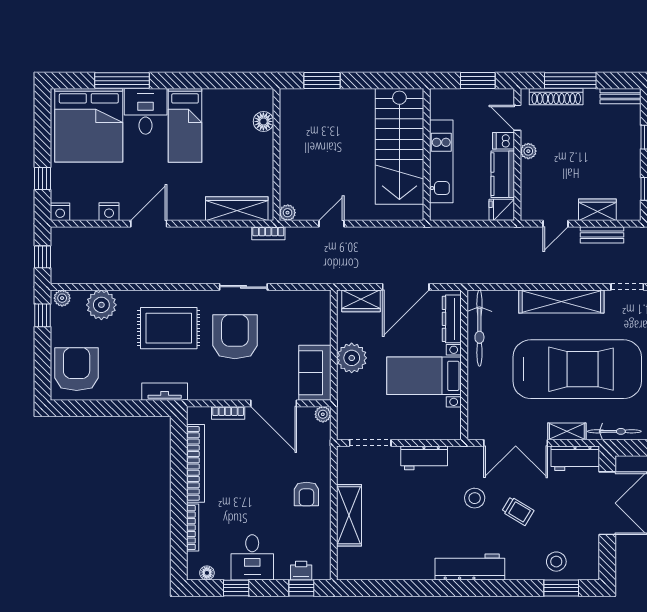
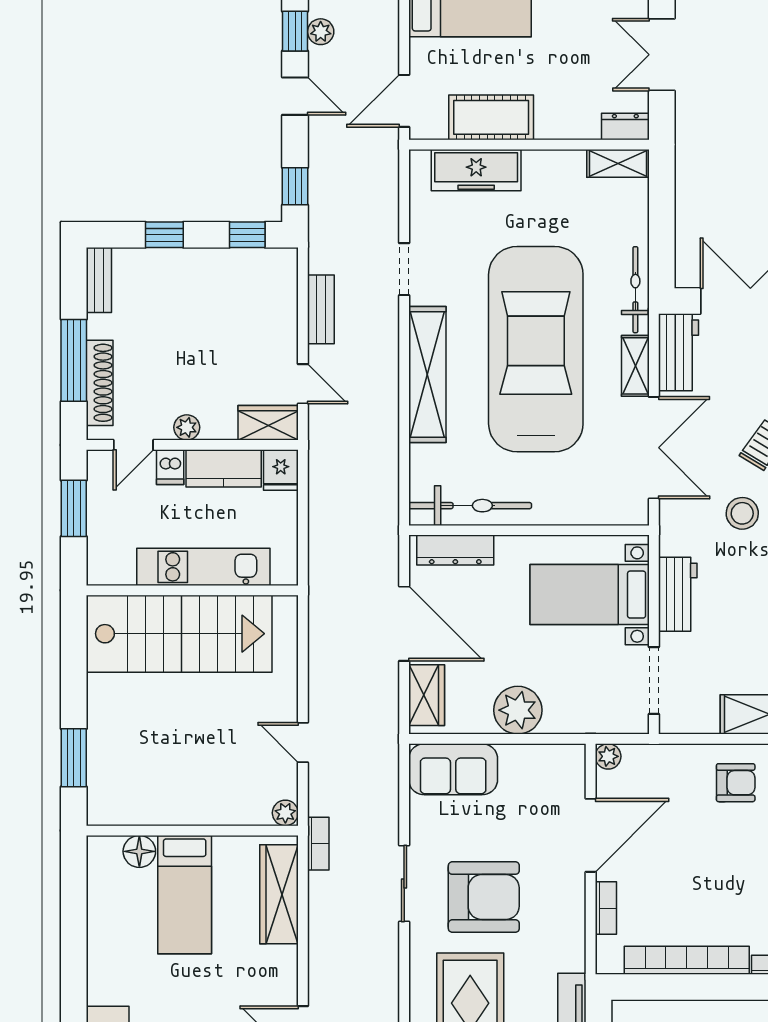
bed: (185, 125) -> (185, 895), moved, turned 90
wardrobe: (597, 210) -> (268, 423), moved, turned 90
armchair: (235, 337) -> (484, 897), turned 180
sofa: (315, 373) -> (453, 769), moved
bed with nightstands: (424, 376) -> (590, 595), moved, turned 90

